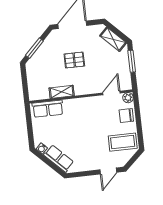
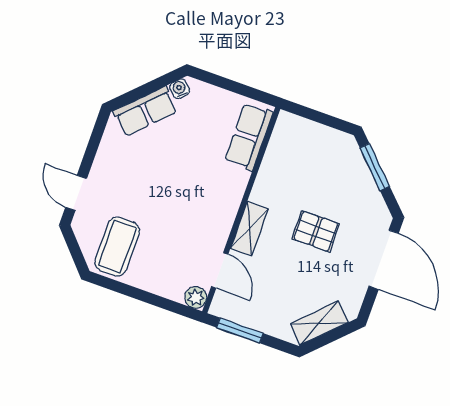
pallet: (74, 60) -> (316, 231), turned 90
window: (132, 61) -> (240, 330), moved
shelving: (62, 92) -> (249, 229), moved
chair: (126, 116) -> (164, 278), removed

